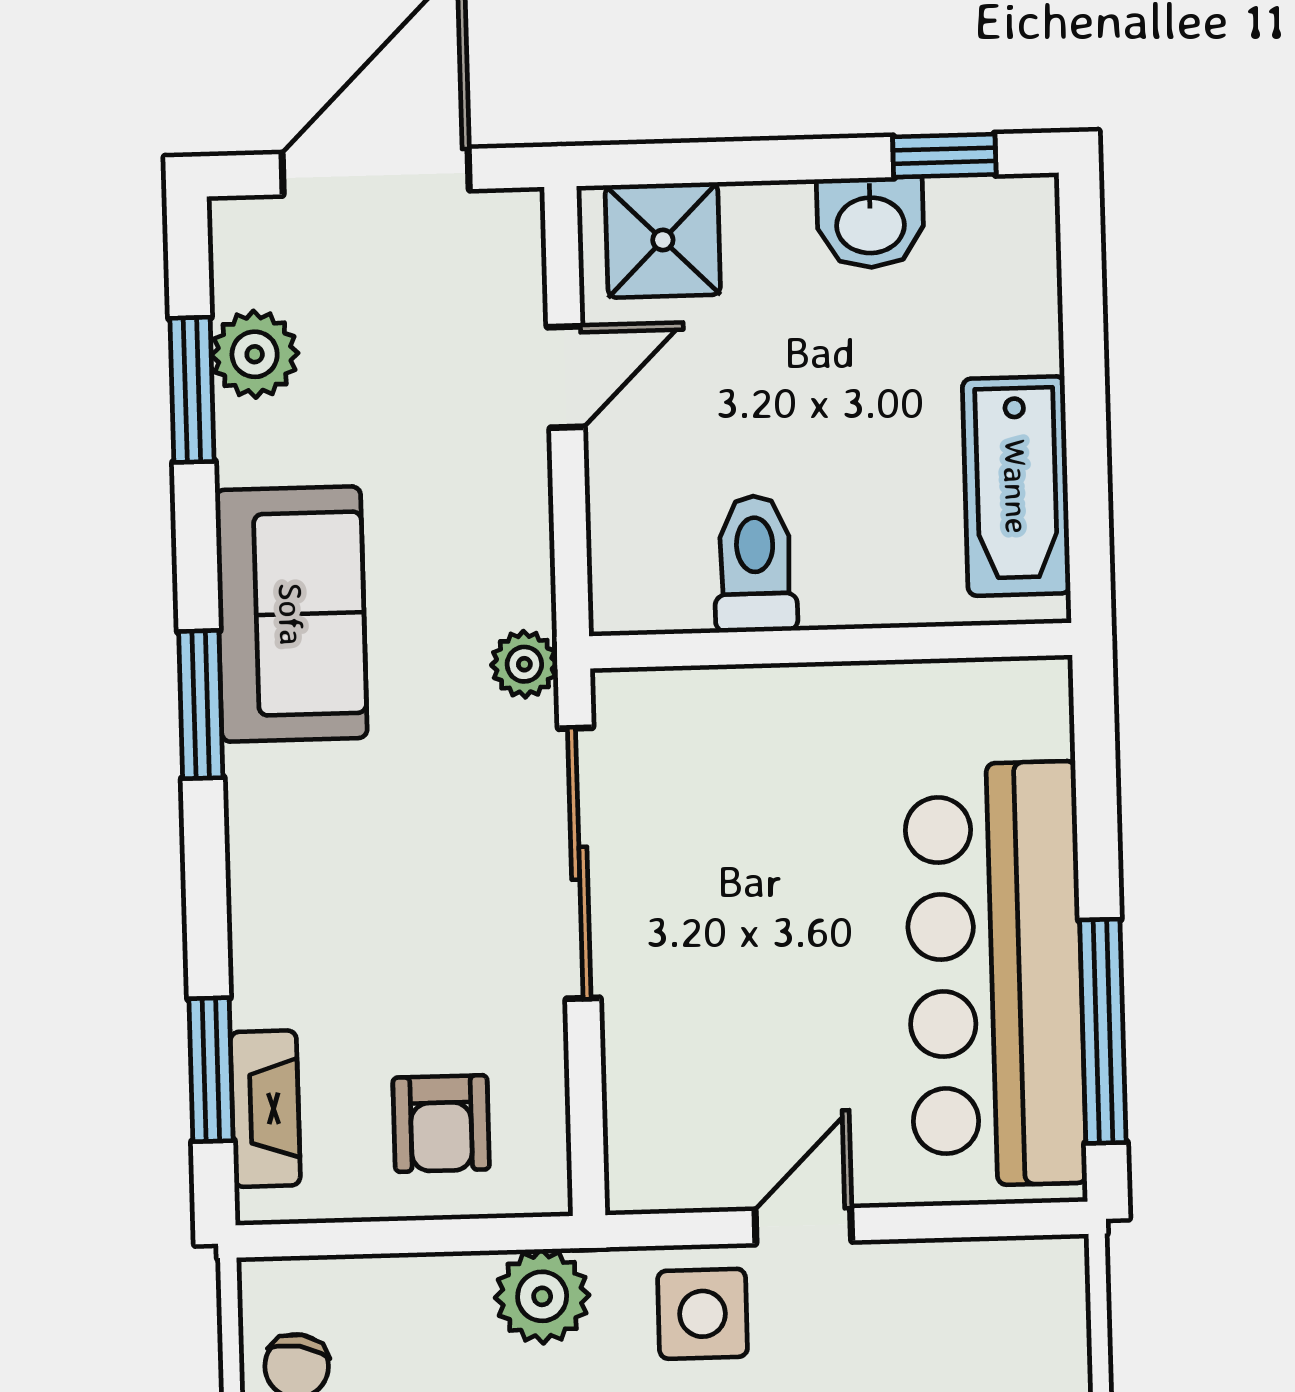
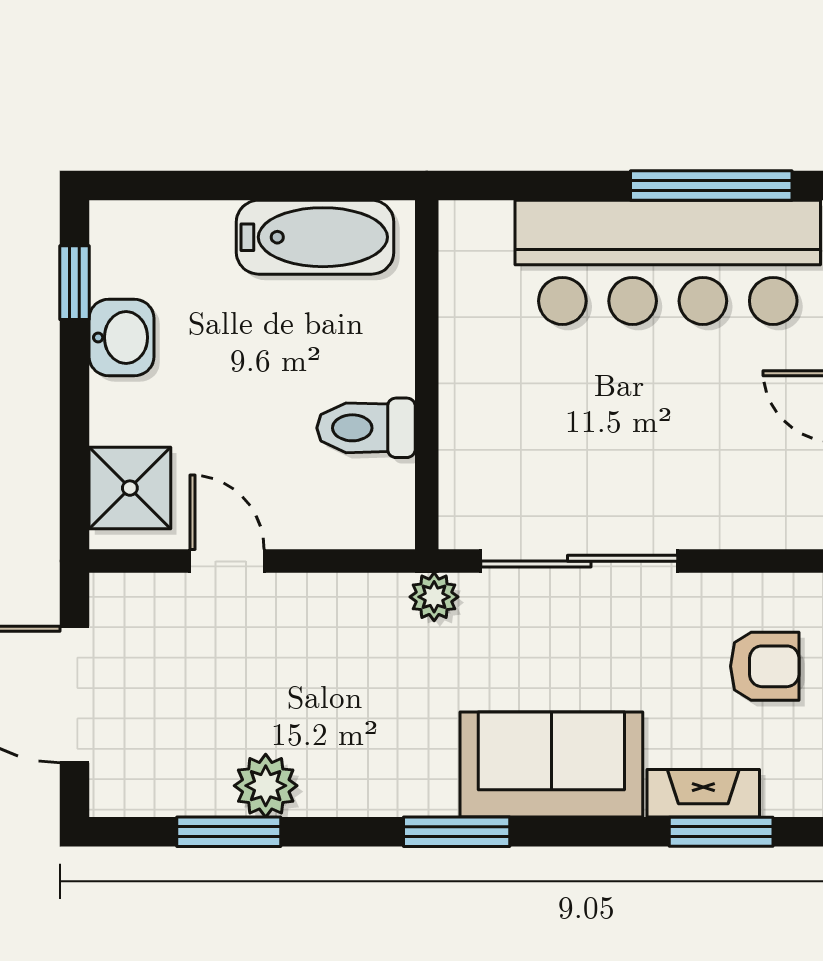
plant: (255, 354) -> (266, 786), moved
sofa: (291, 614) -> (551, 765), moved
fireplace: (265, 1109) -> (703, 793), moved

